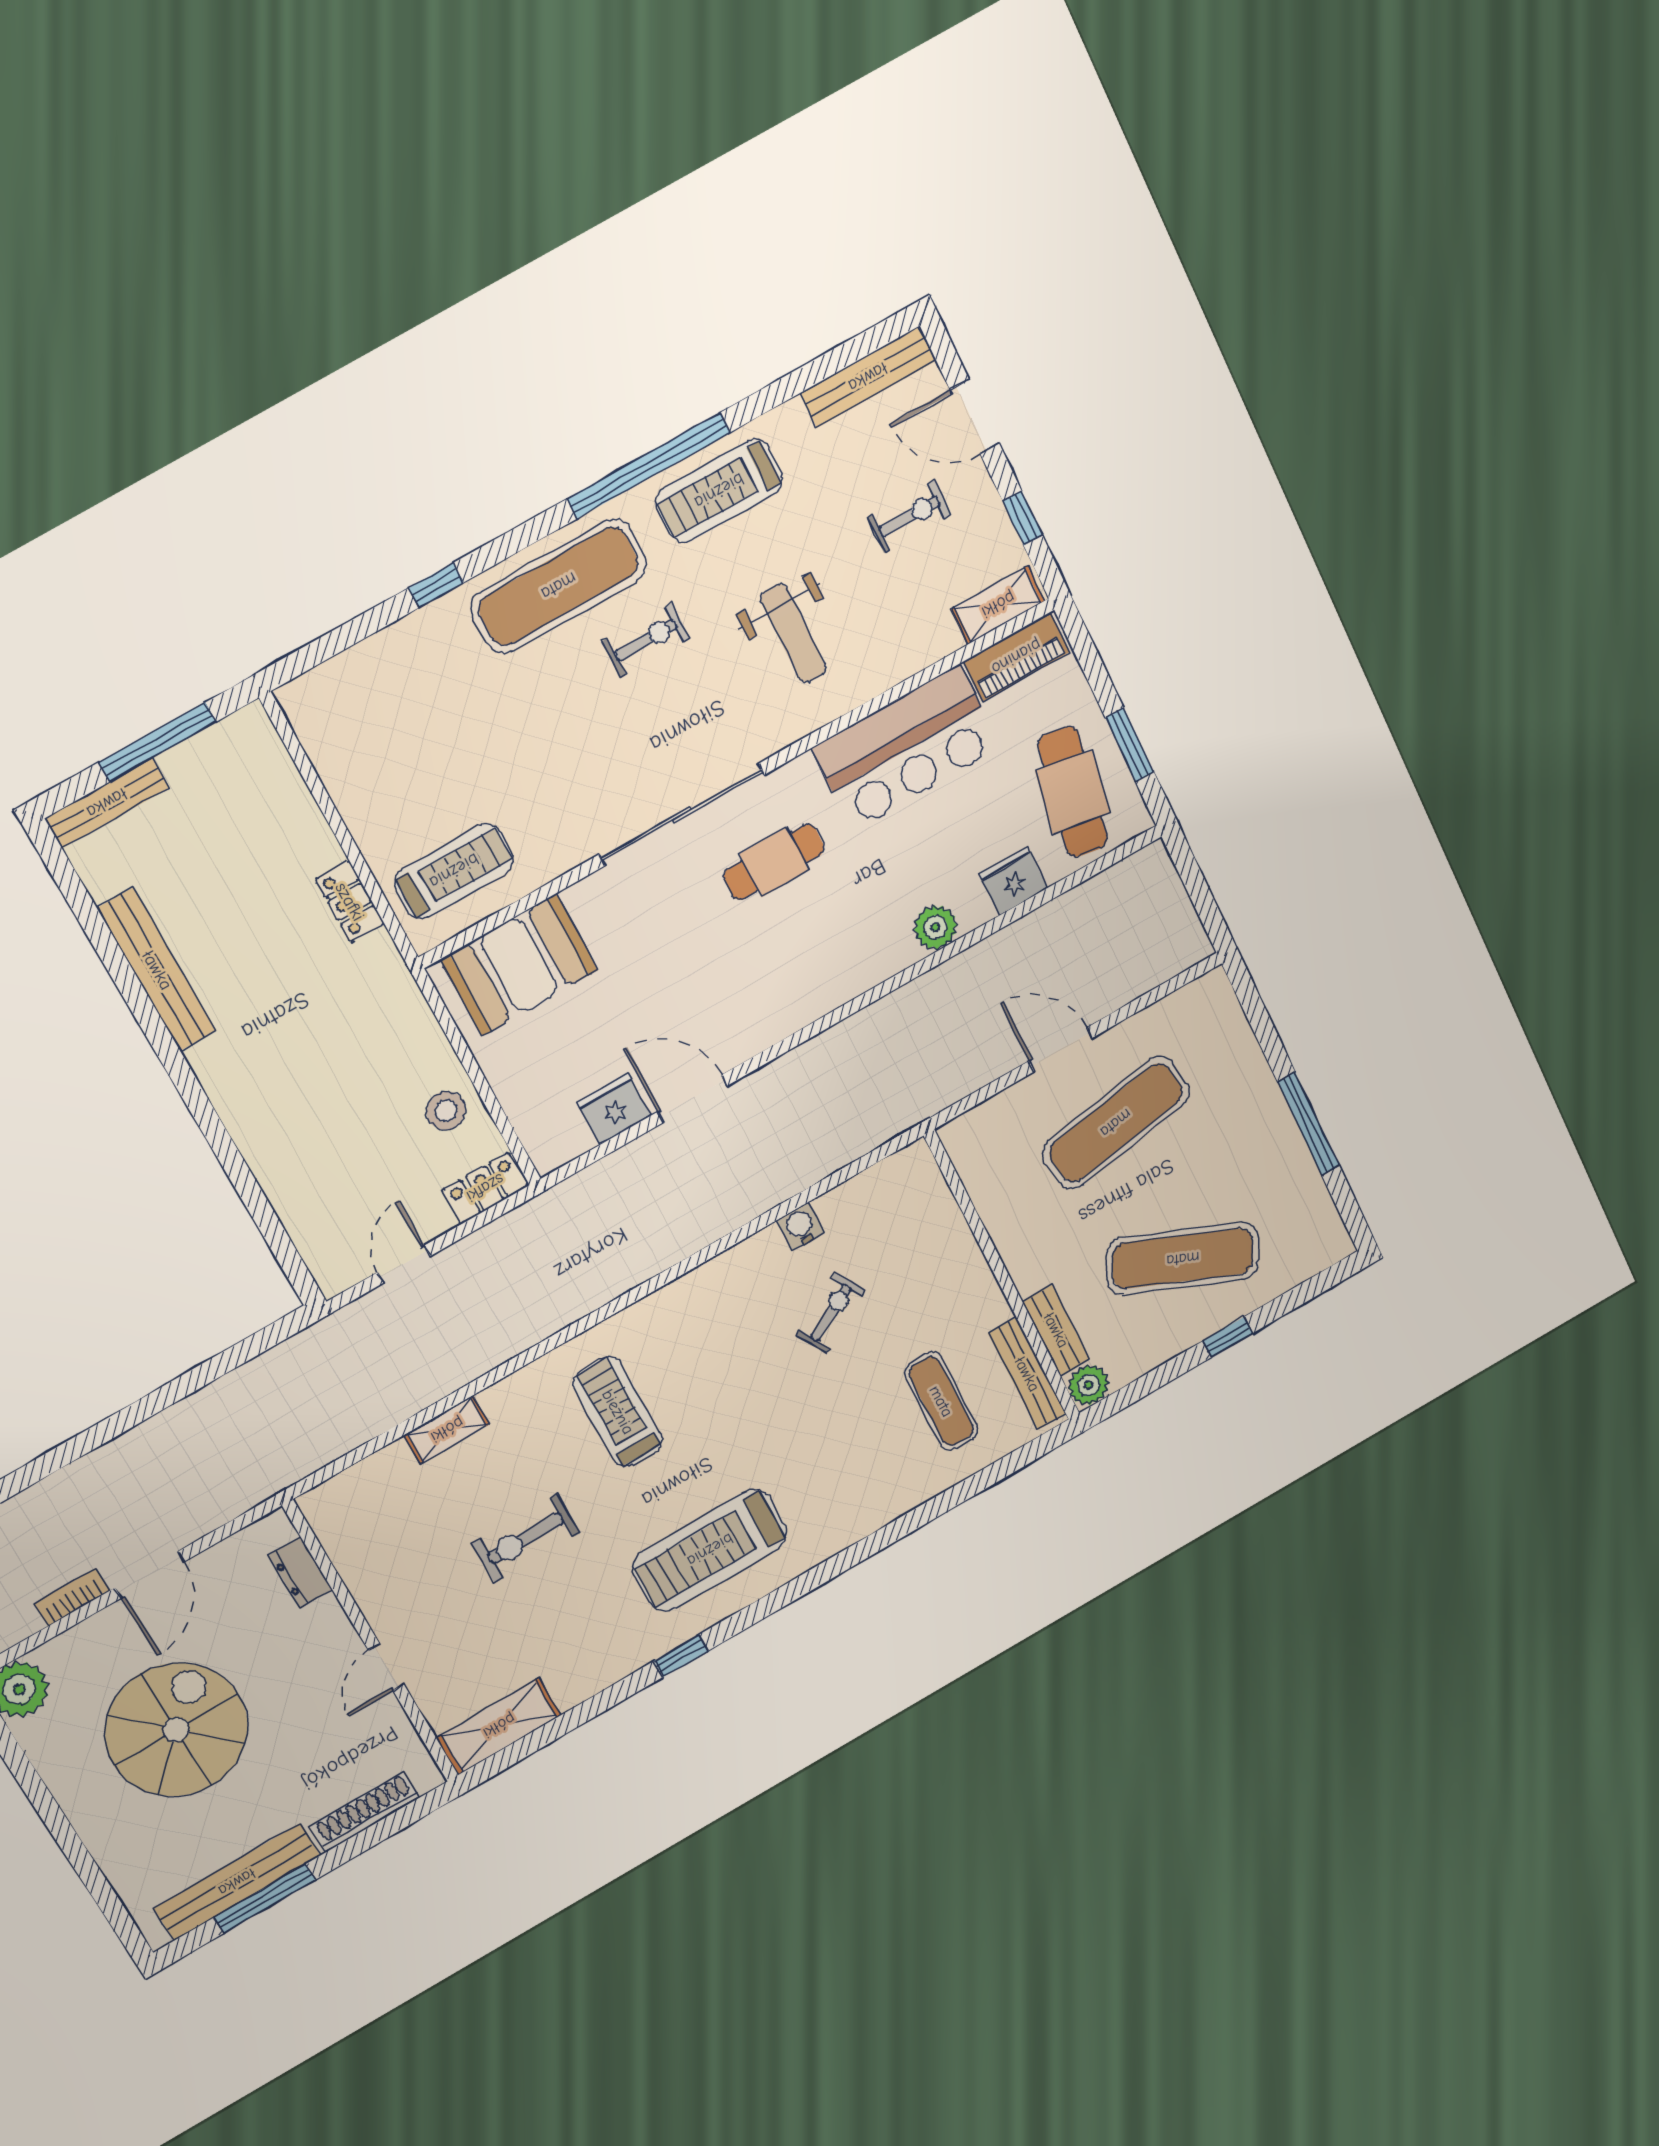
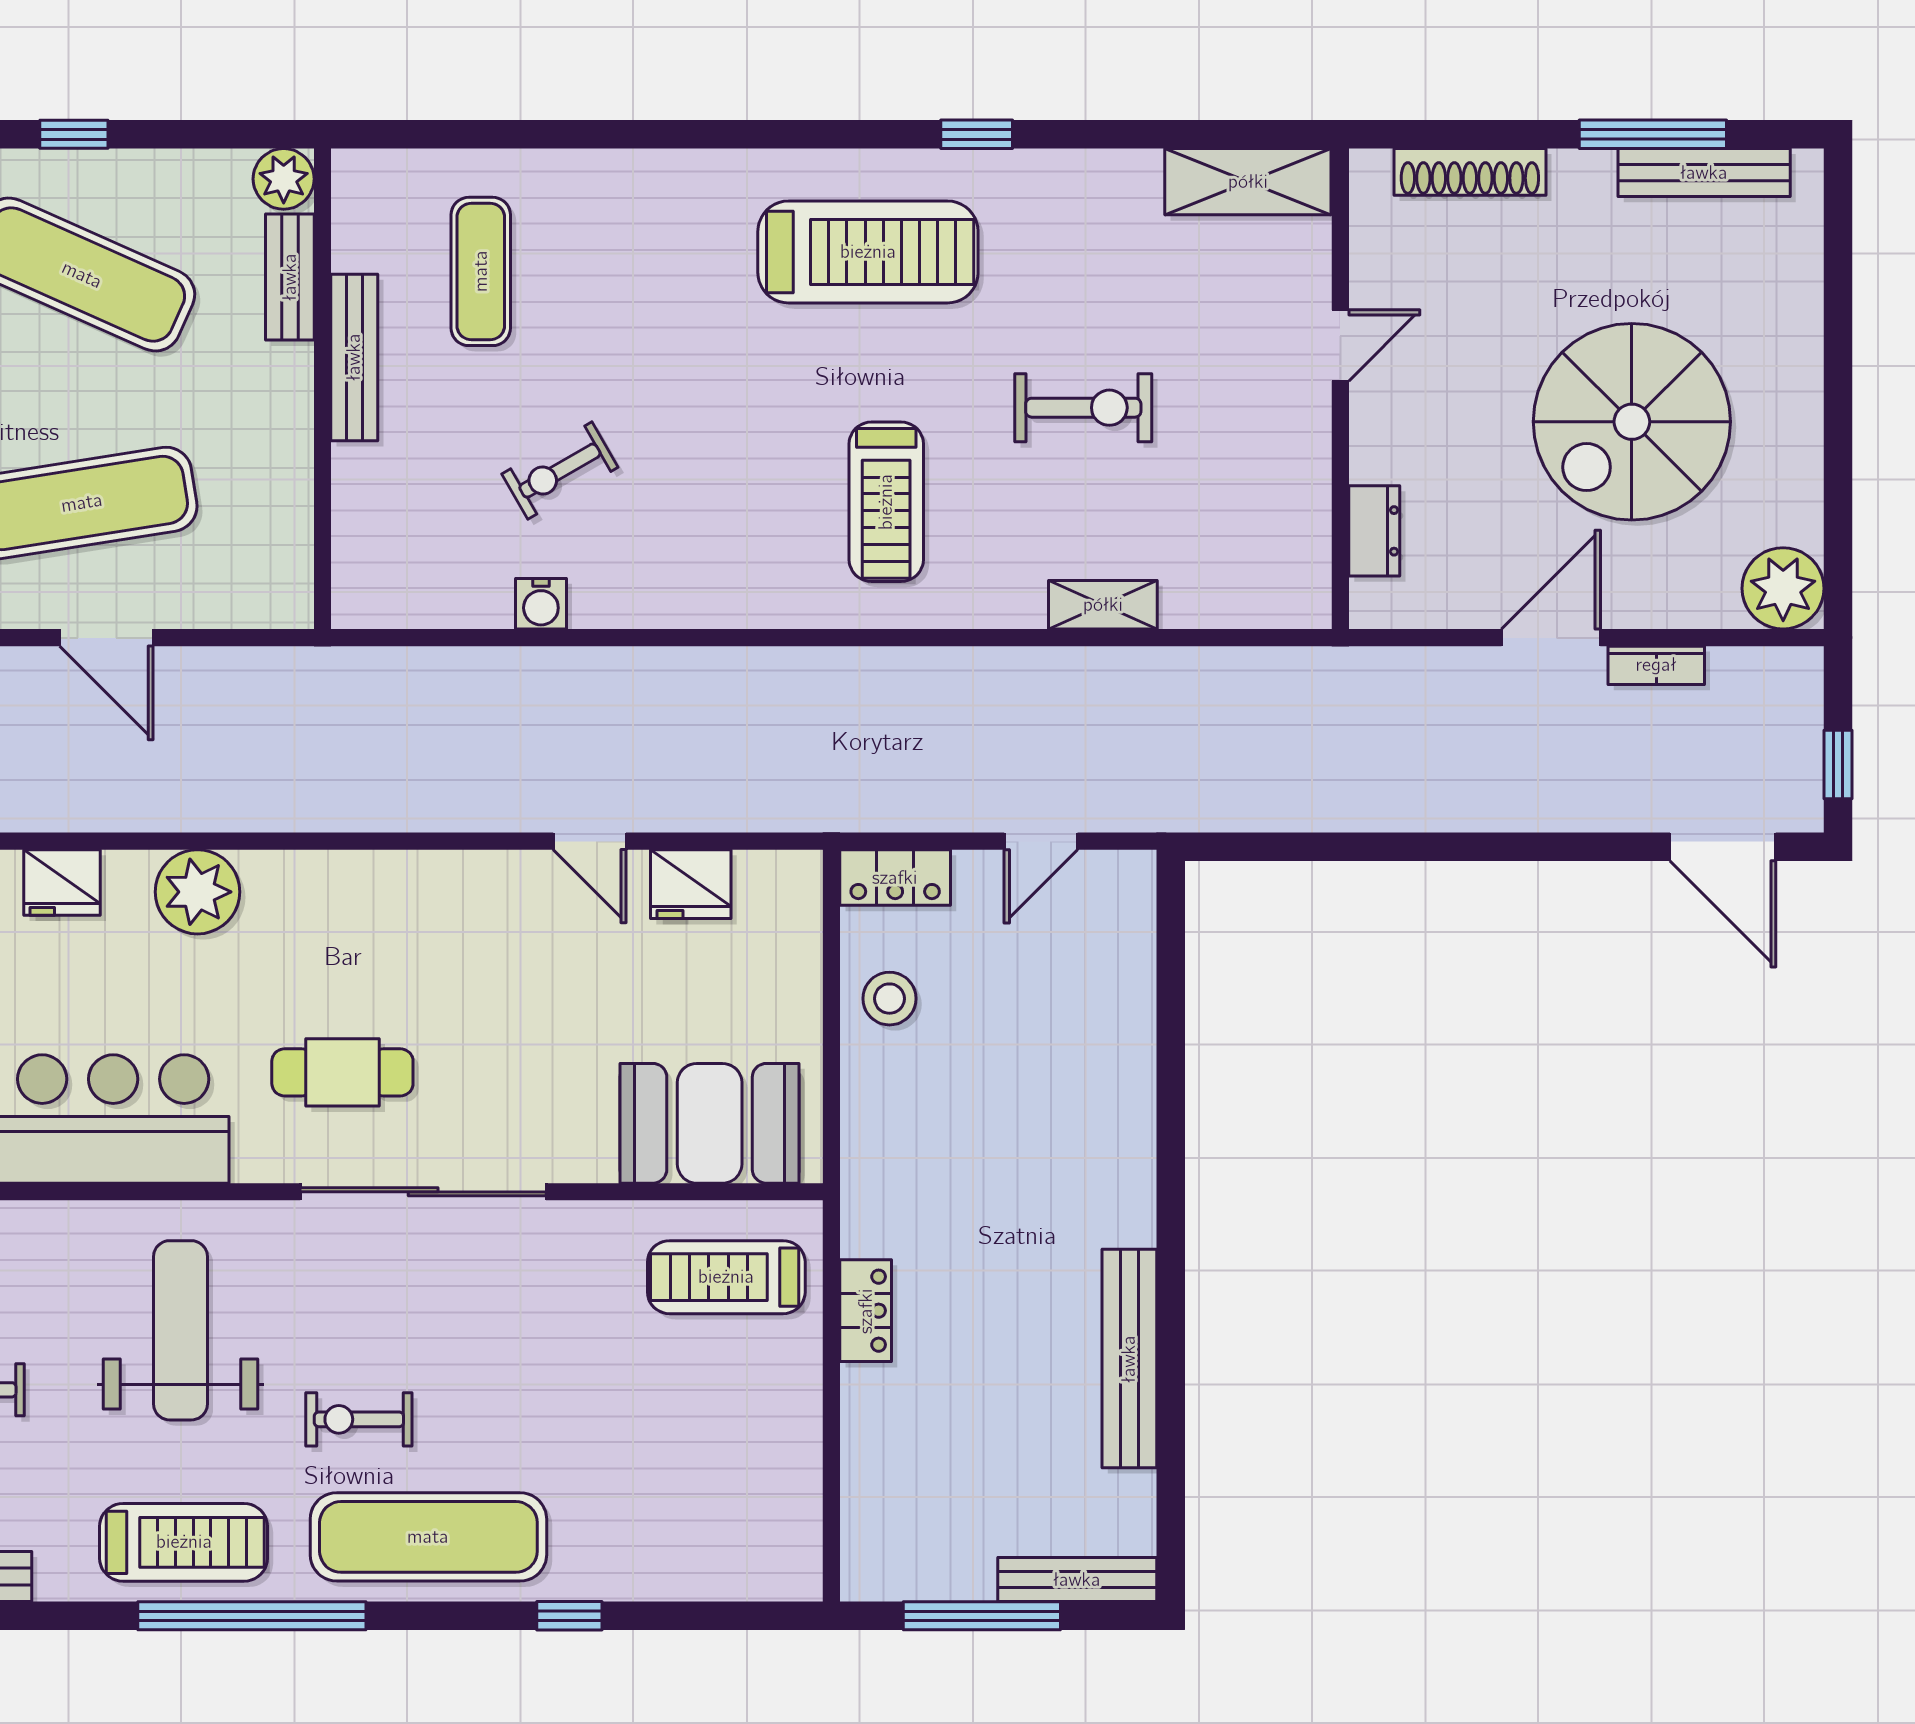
weight bench: (793, 633) -> (180, 1330), width x1.36, depth x1.33
plant: (936, 927) -> (197, 892), width x1.36, depth x1.36
door: (692, 1099) -> (590, 841), width x0.73
bench: (1027, 1374) -> (354, 357), moved
bench: (237, 1882) -> (1704, 173), width x0.73, depth x0.82

